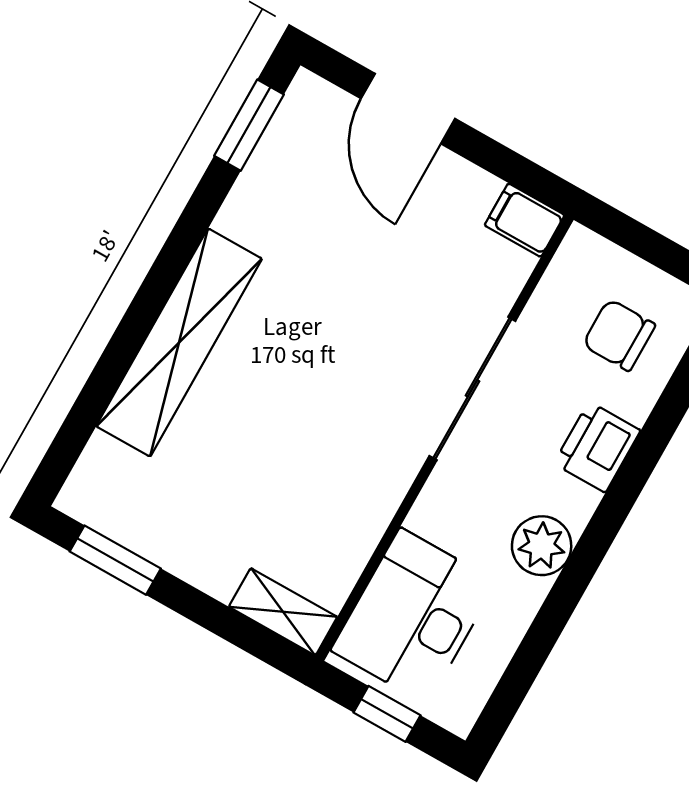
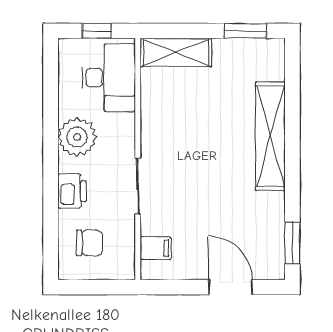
filing cabinet: (525, 220) -> (156, 248), moved
sliding door: (472, 388) -> (138, 186), width x0.73
plant: (542, 546) -> (77, 137), width x1.36, depth x1.36
shelving: (283, 612) -> (176, 52), width x1.50, depth x1.33

